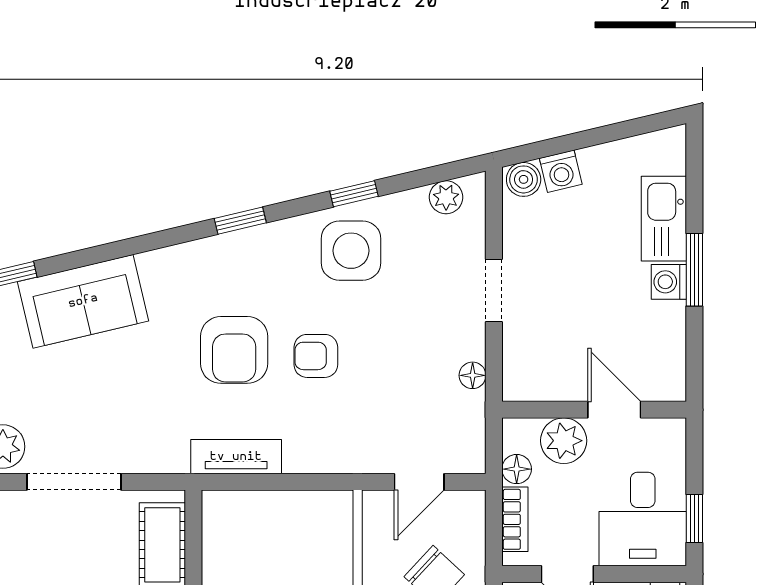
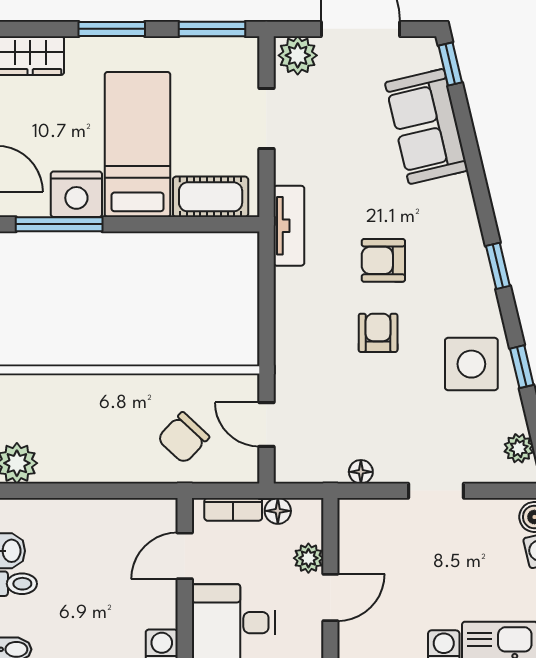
armchair: (234, 350) -> (383, 260), width x0.72, depth x0.72
plant: (564, 441) -> (308, 558), width x0.73, depth x0.73
tv unit: (236, 457) -> (289, 226), moved
doorway: (74, 482) -> (266, 118), width x0.73

